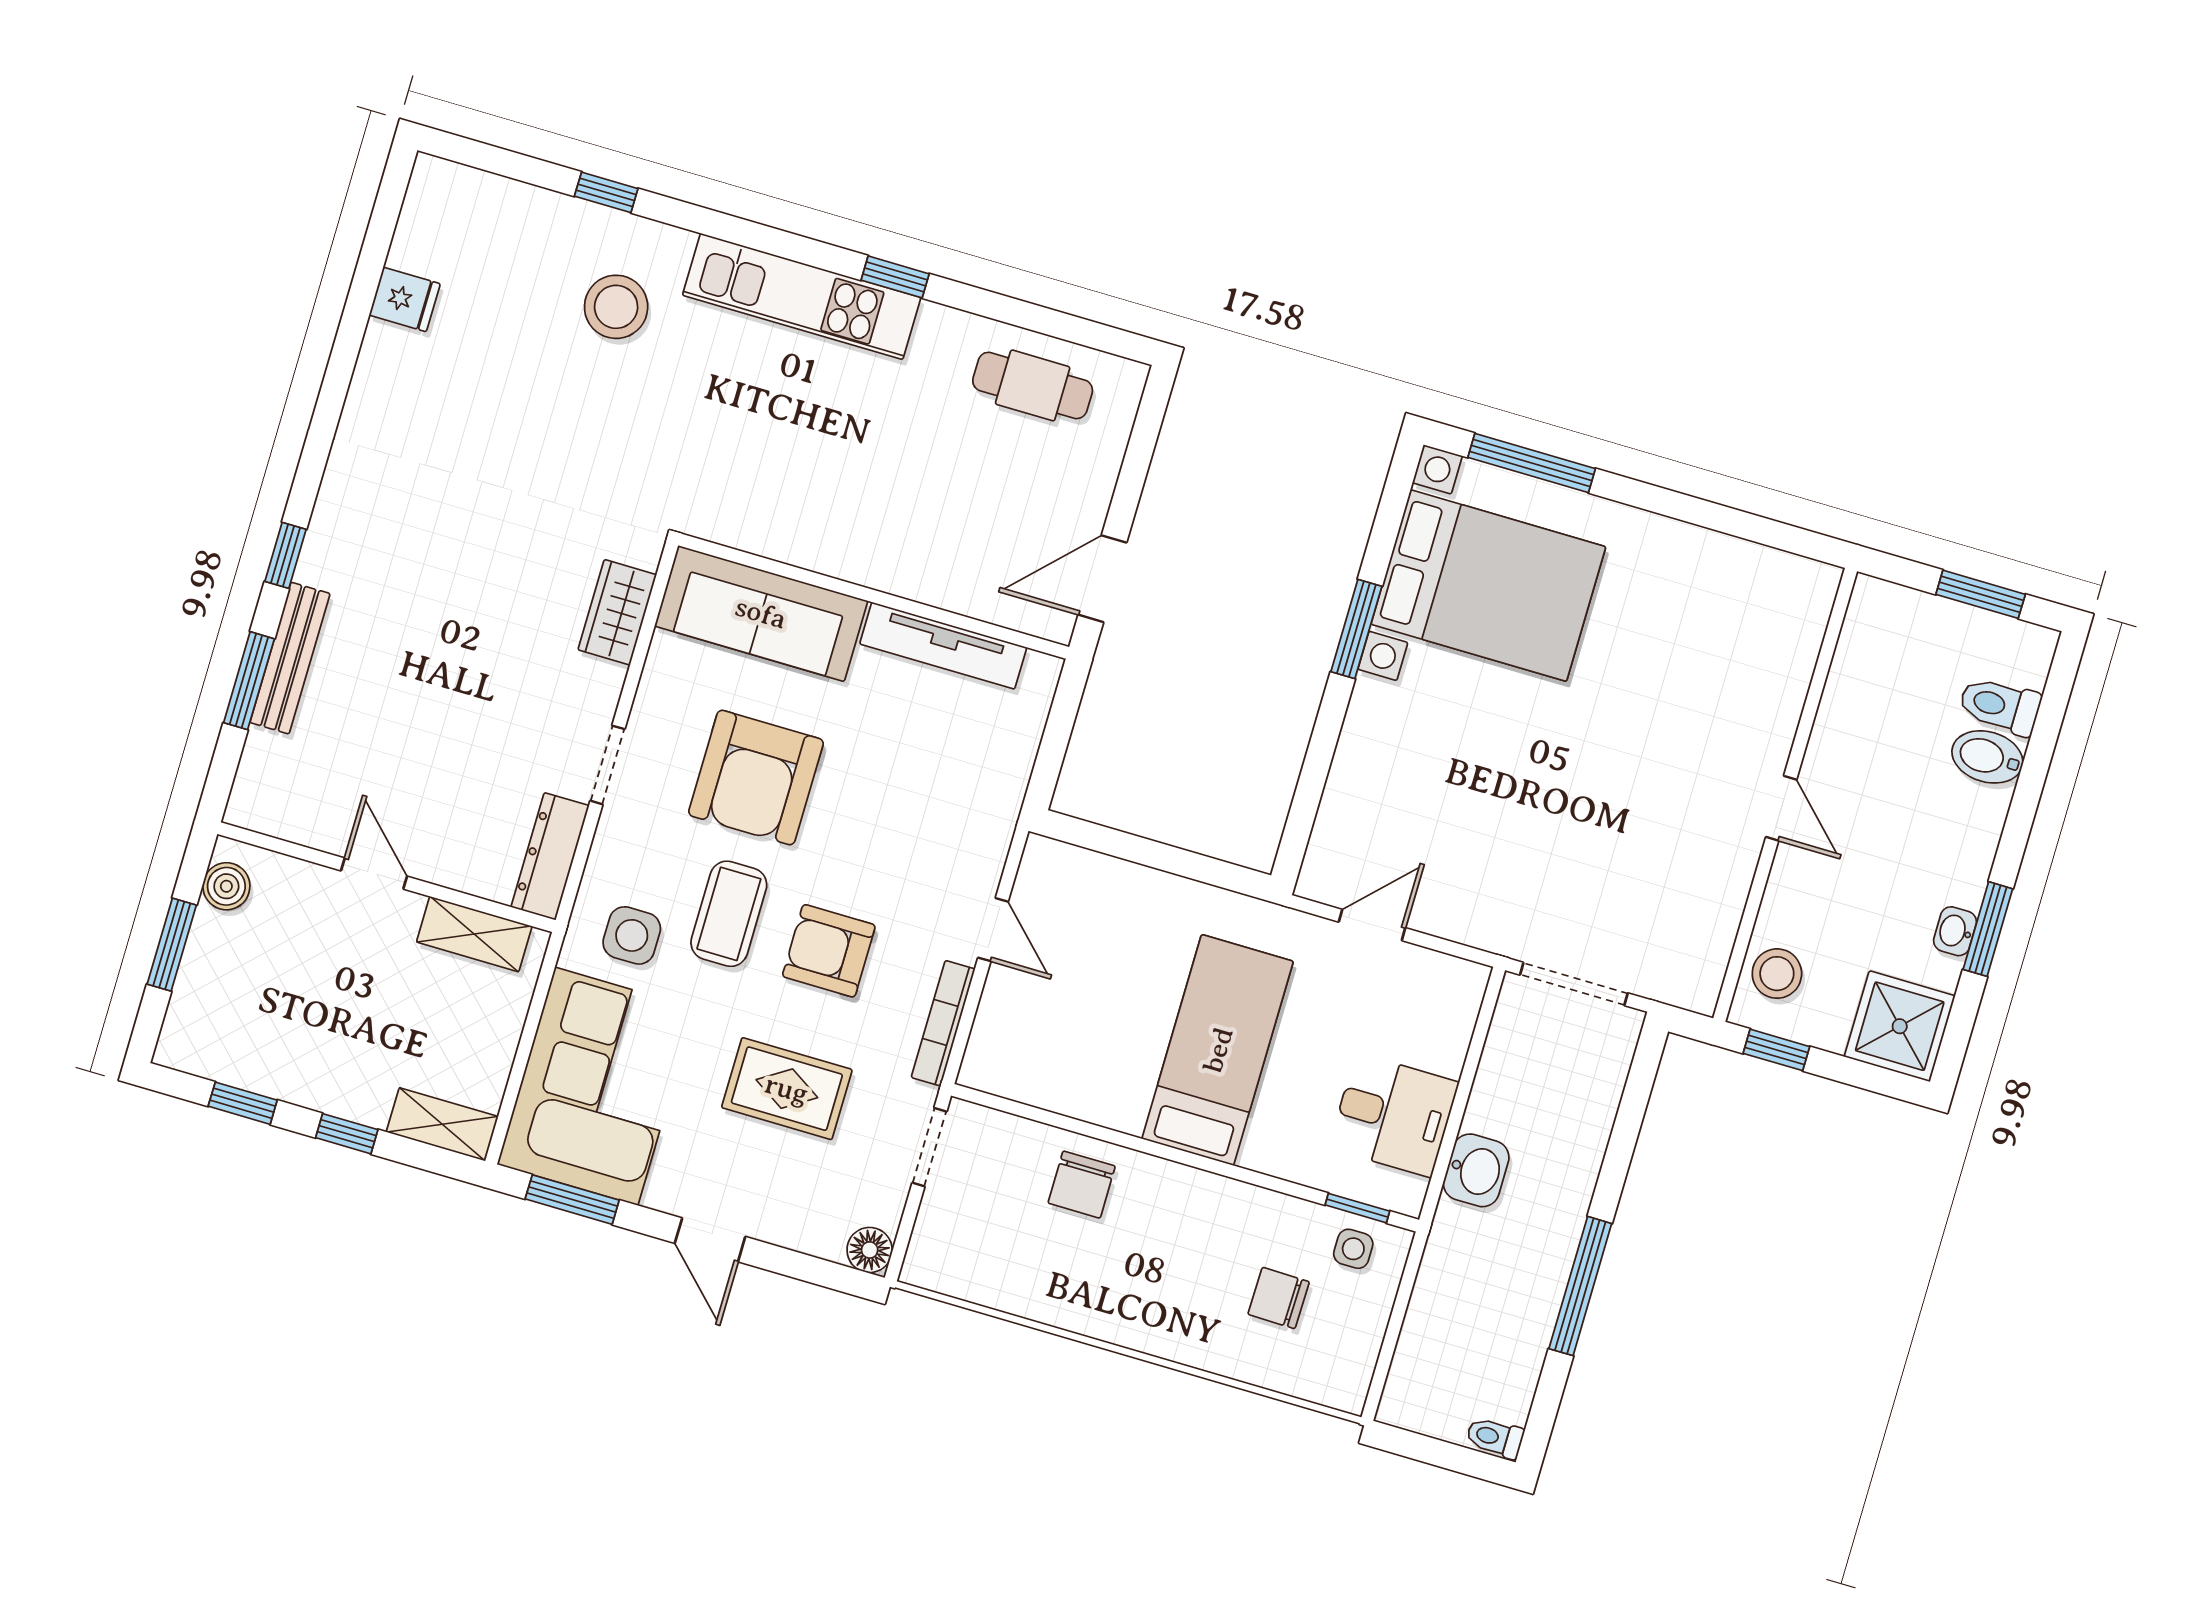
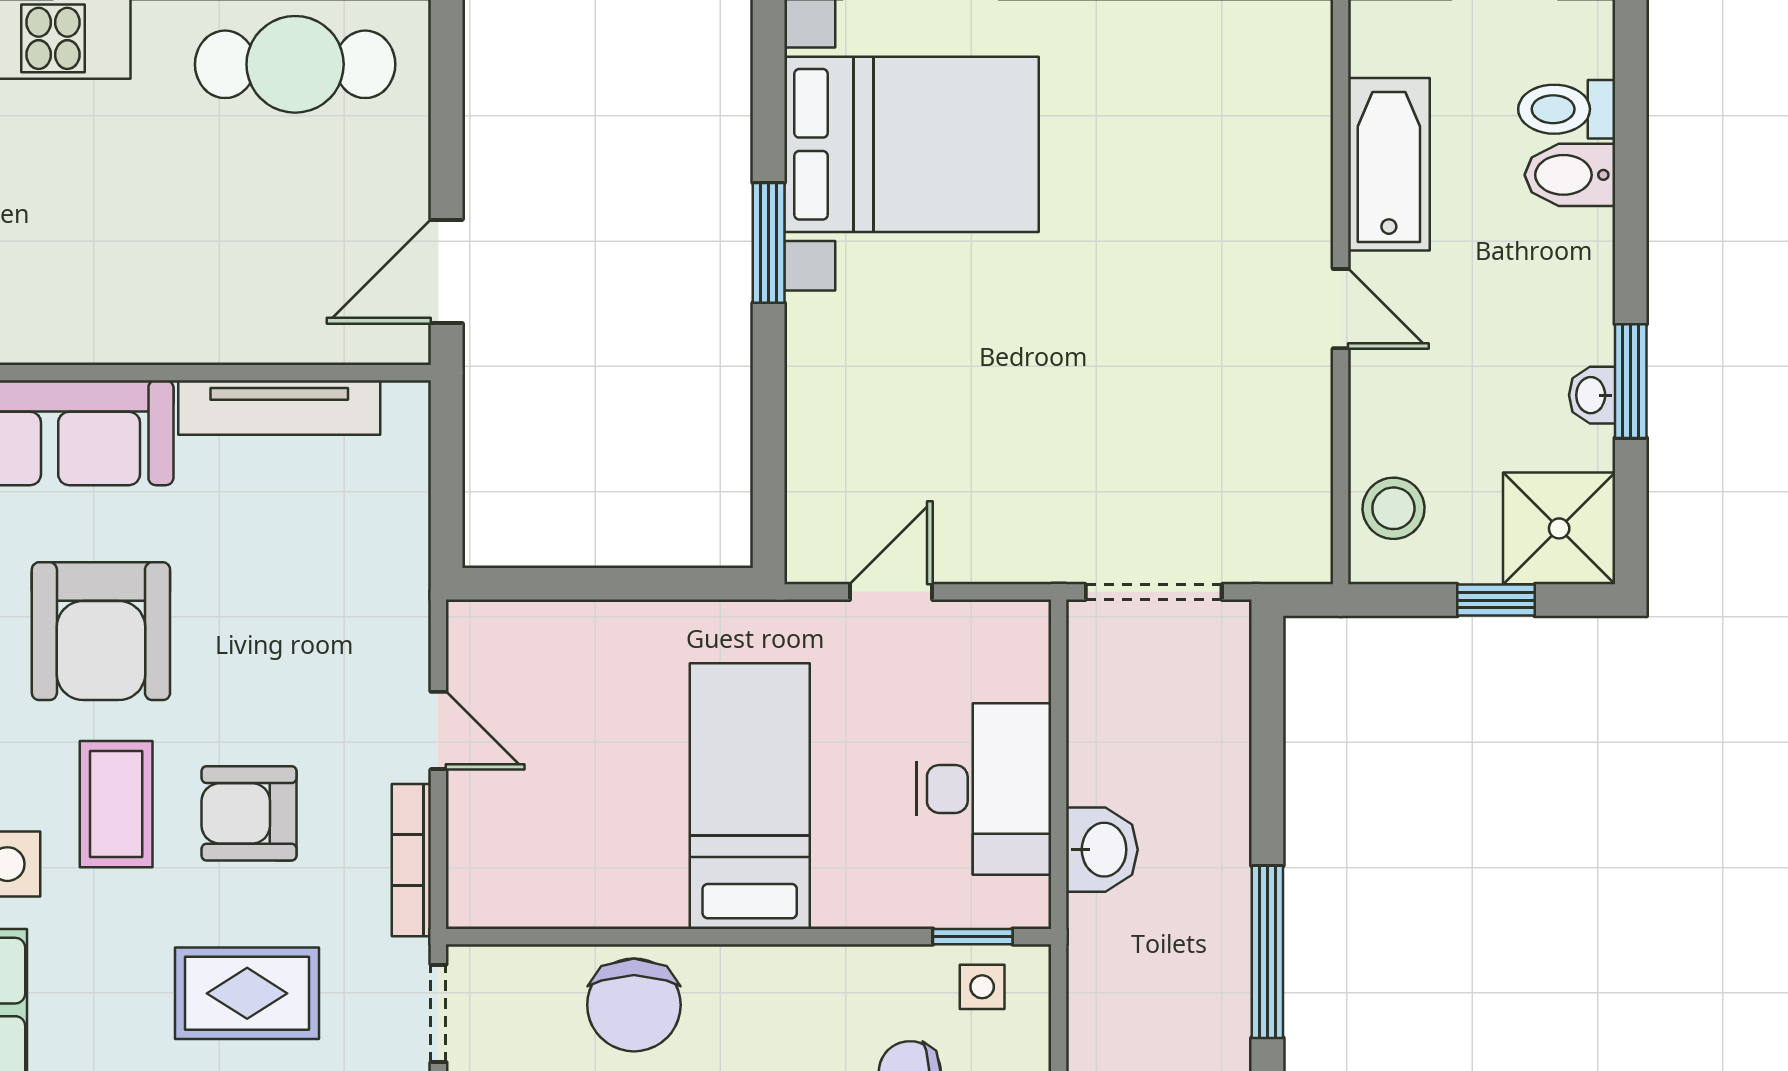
cafe table: (1033, 385) -> (295, 64), width x1.37, depth x1.35
bathtub: (1851, 708) -> (1389, 164), added
window: (1776, 1050) -> (1496, 600), moved
desk: (1394, 1115) -> (984, 789), width x1.37
chair: (1082, 1185) -> (634, 1005), width x1.37, depth x1.37

